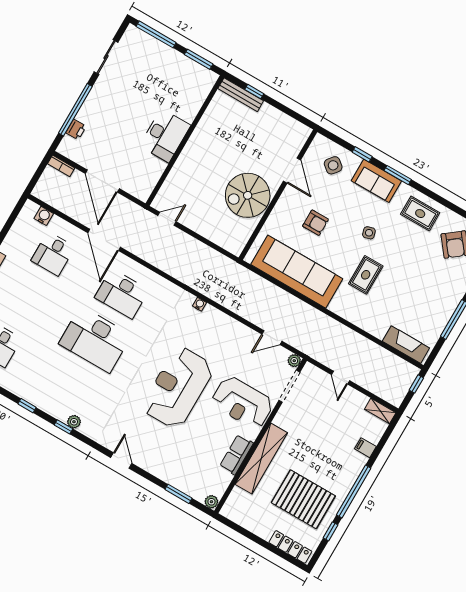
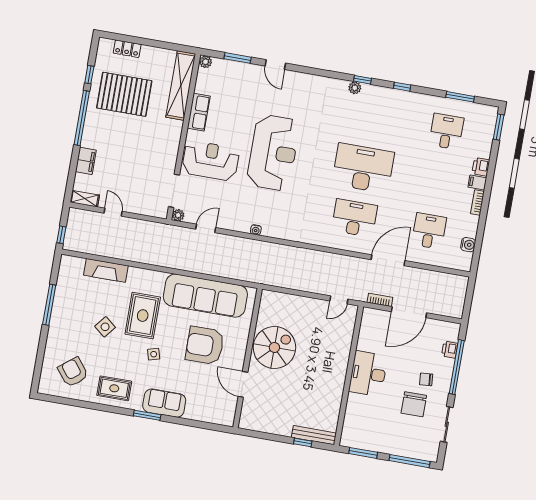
chair: (131, 89) -> (414, 404), added
chair: (110, 109) -> (426, 379), added
window: (362, 154) -> (186, 422), removed
side table: (333, 165) -> (105, 327), moved
bookcase: (61, 166) -> (380, 300), moved
door: (102, 181) -> (409, 312), swing flipped
water cooler: (44, 216) -> (468, 245), moved, turned -90
armchair: (315, 223) -> (205, 345), width x1.88, depth x1.88
door: (104, 240) -> (388, 260), hinge flipped
rug: (366, 275) -> (143, 316), width x1.36, depth x1.43
water cooler: (199, 304) -> (256, 230), moved
fireplace: (406, 345) -> (106, 270), moved
door: (341, 378) -> (113, 212), moved
filing cabinet: (365, 448) -> (86, 161), width x2.00
shelving: (261, 458) -> (181, 86), moved
door: (121, 460) -> (275, 65), moved
locker: (290, 547) -> (127, 49), width x0.66

